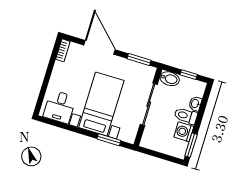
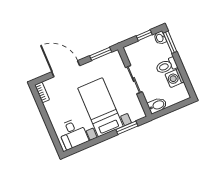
bidet: (170, 79) -> (157, 105), moved
sliding door: (149, 104) -> (134, 80), width x0.73
washbasin: (195, 104) -> (160, 38), moved
window: (191, 145) -> (170, 42), moved

